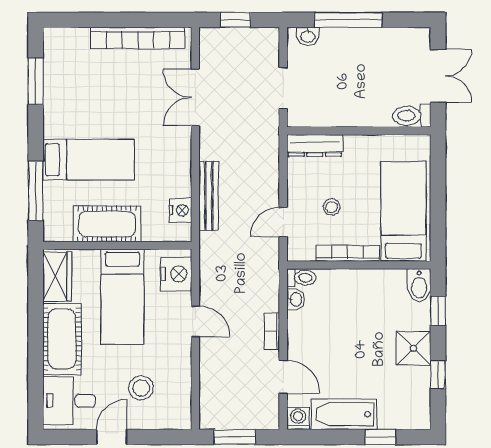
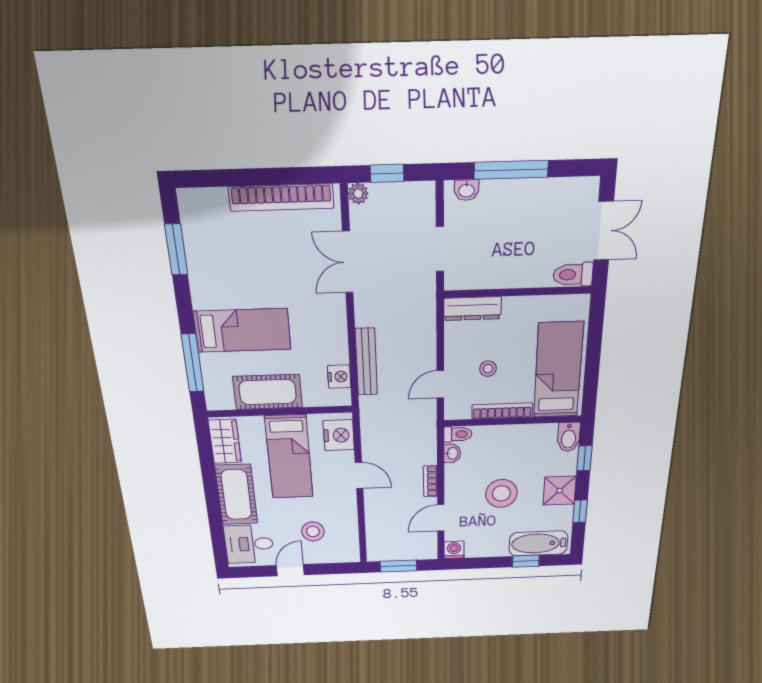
plant: (208, 36) -> (358, 194), added
stool: (350, 349) -> (501, 493), added
door: (283, 377) -> (441, 518), swing flipped
bathtub: (344, 414) -> (538, 543), moved

